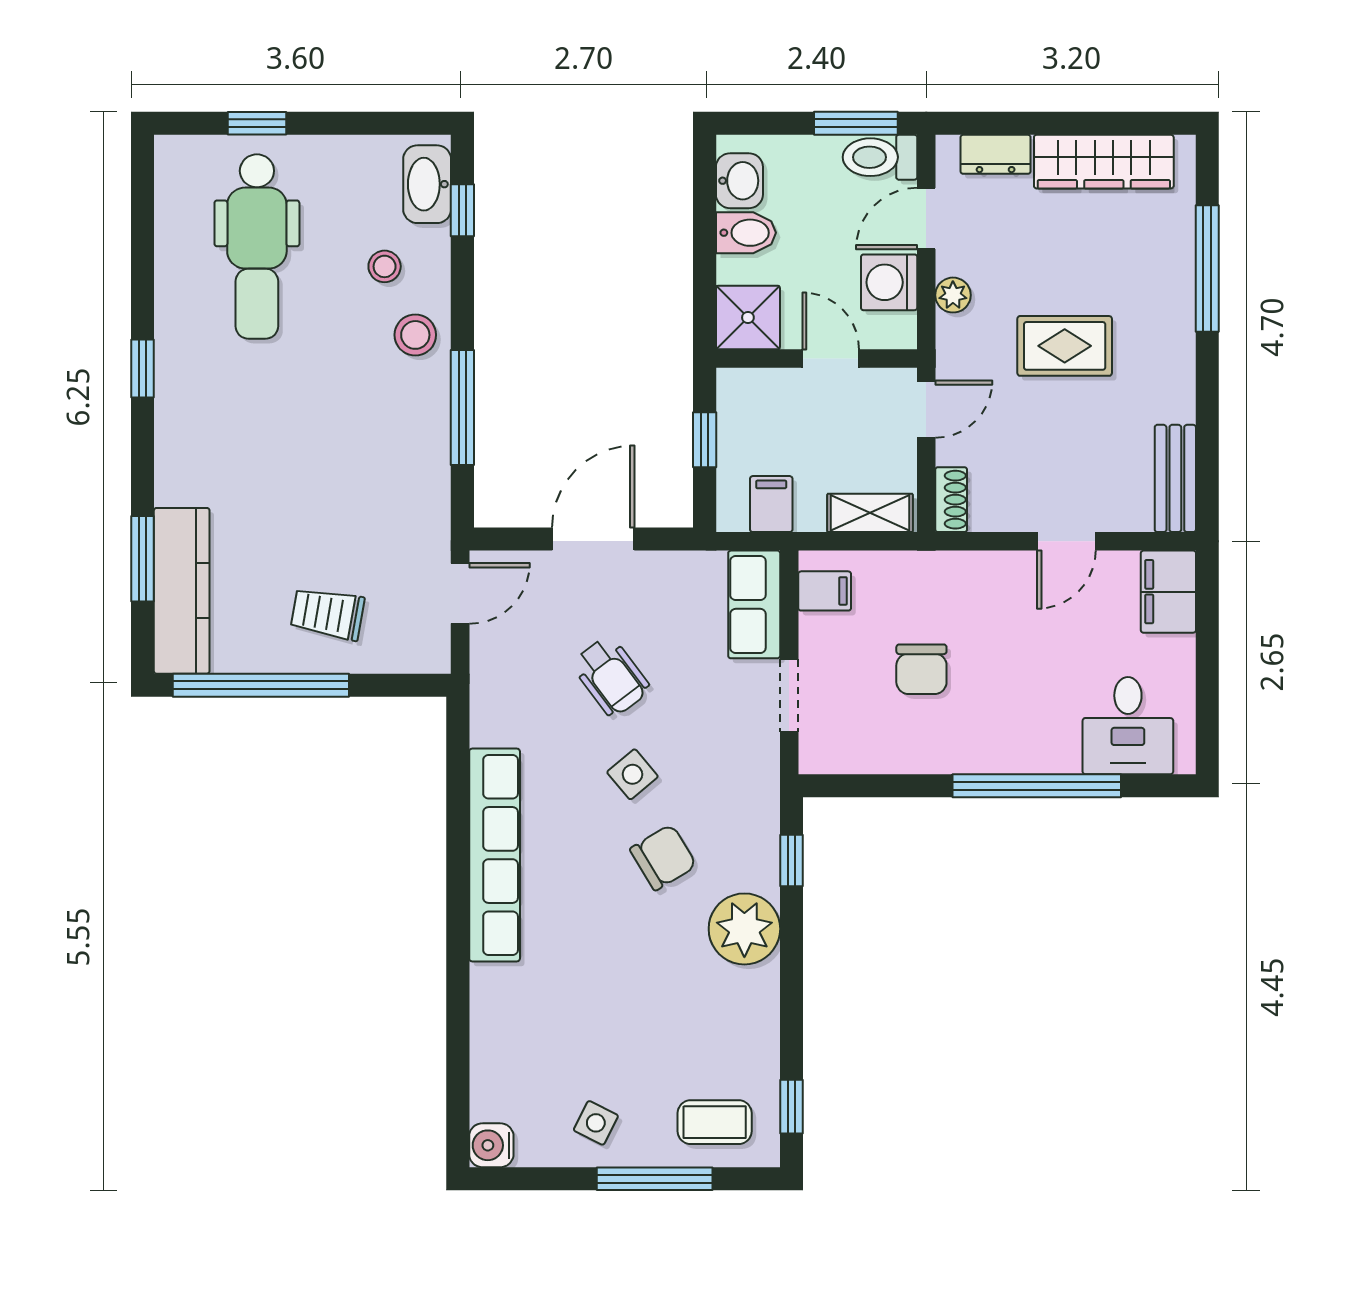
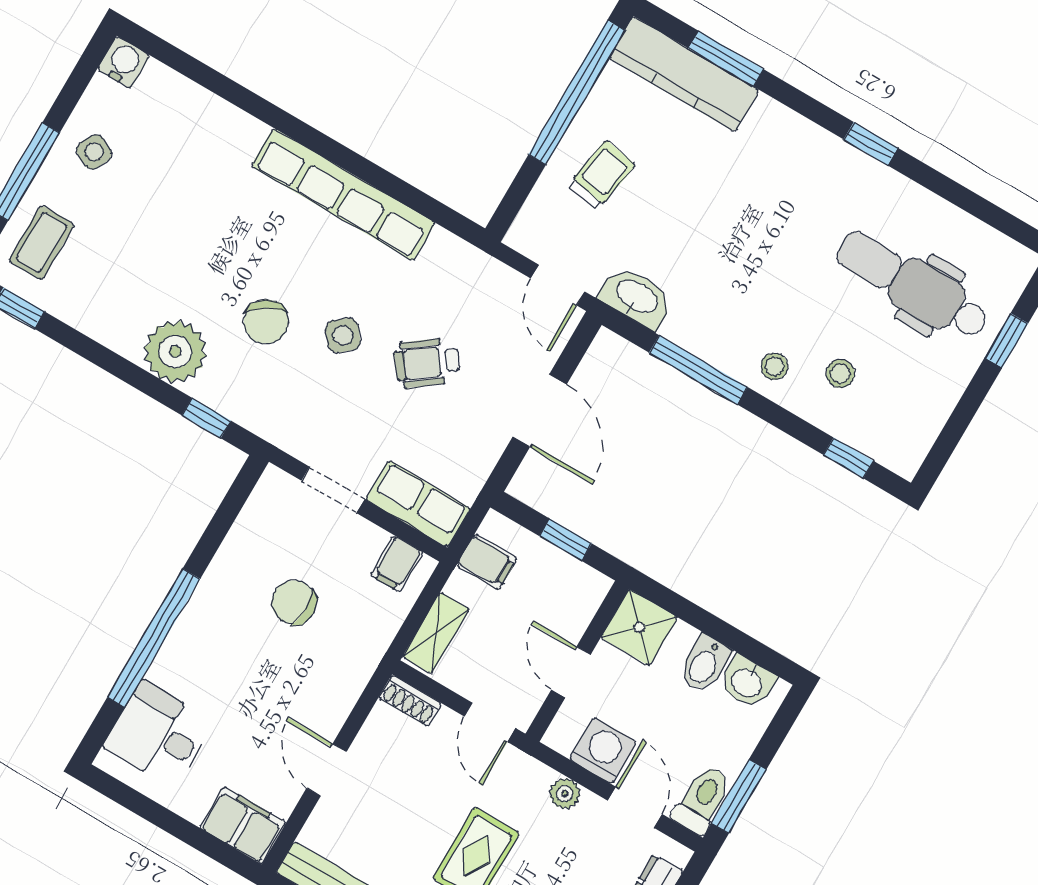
washbasin: (427, 184) -> (636, 297), moved
stool: (415, 335) -> (775, 366), width x0.73, depth x0.73
door: (831, 359) -> (571, 672), swing flipped

